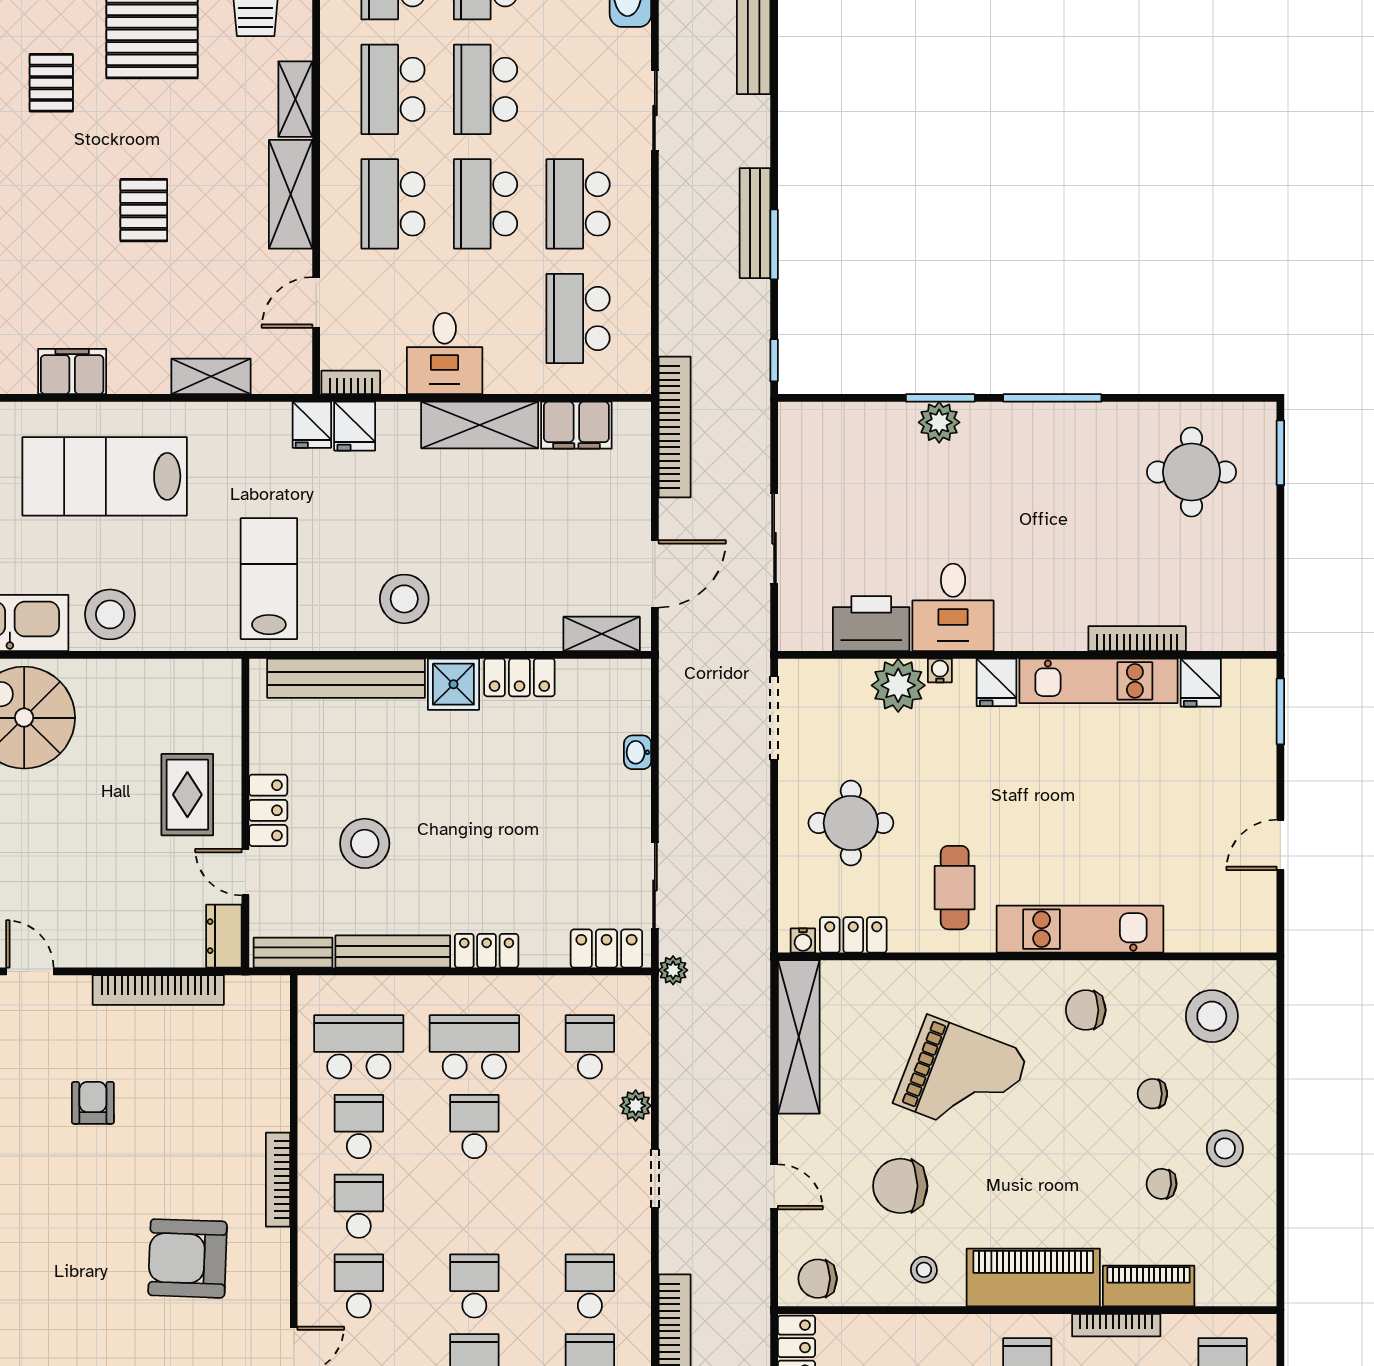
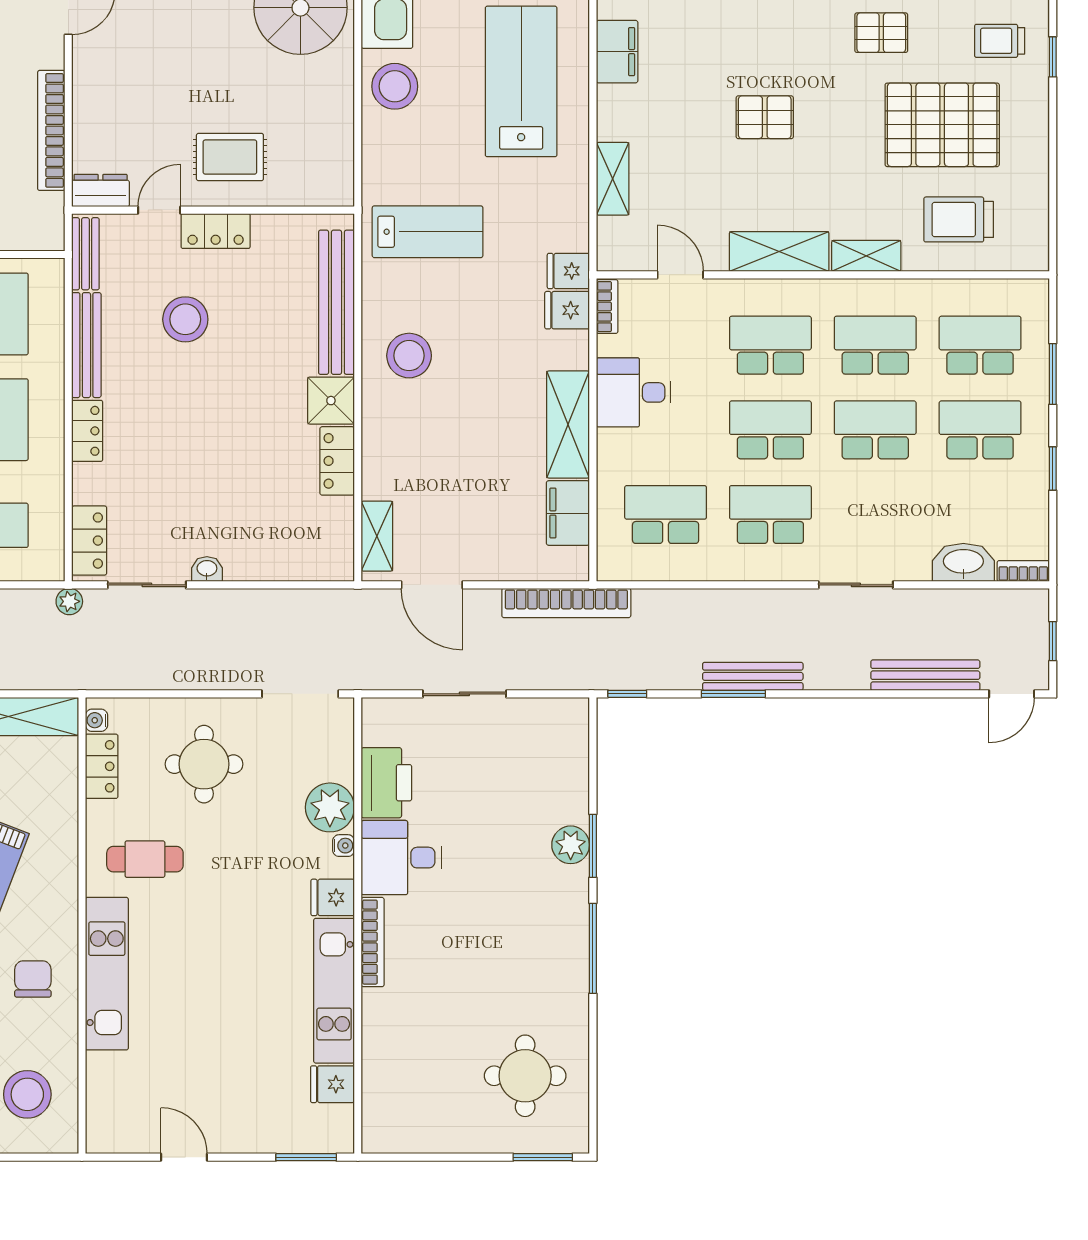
bookcase: (1137, 639) -> (373, 942), moved
washbasin: (638, 752) -> (207, 569), moved

